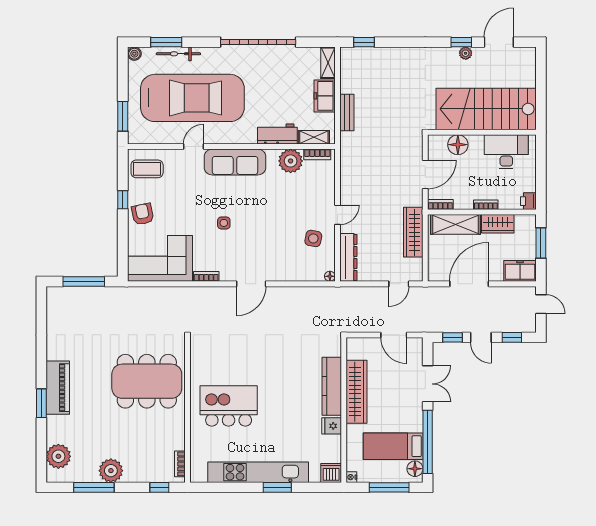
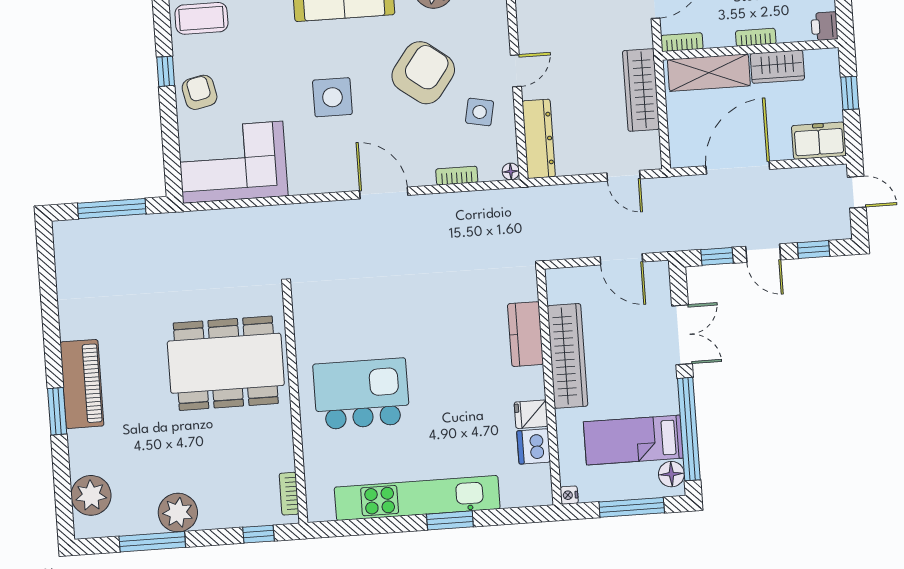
armchair: (281, 212) -> (423, 73), added
side table: (224, 223) -> (332, 97), width x1.87, depth x1.87
window: (541, 243) -> (850, 93), width x0.67
bookcase: (206, 276) -> (457, 176), moved
door: (251, 284) -> (384, 193), swing flipped
door: (399, 284) -> (624, 176), hinge flipped
kitchen counter: (332, 386) -> (526, 334), width x0.67
dishwasher: (331, 473) -> (534, 446), moved, turned -90

